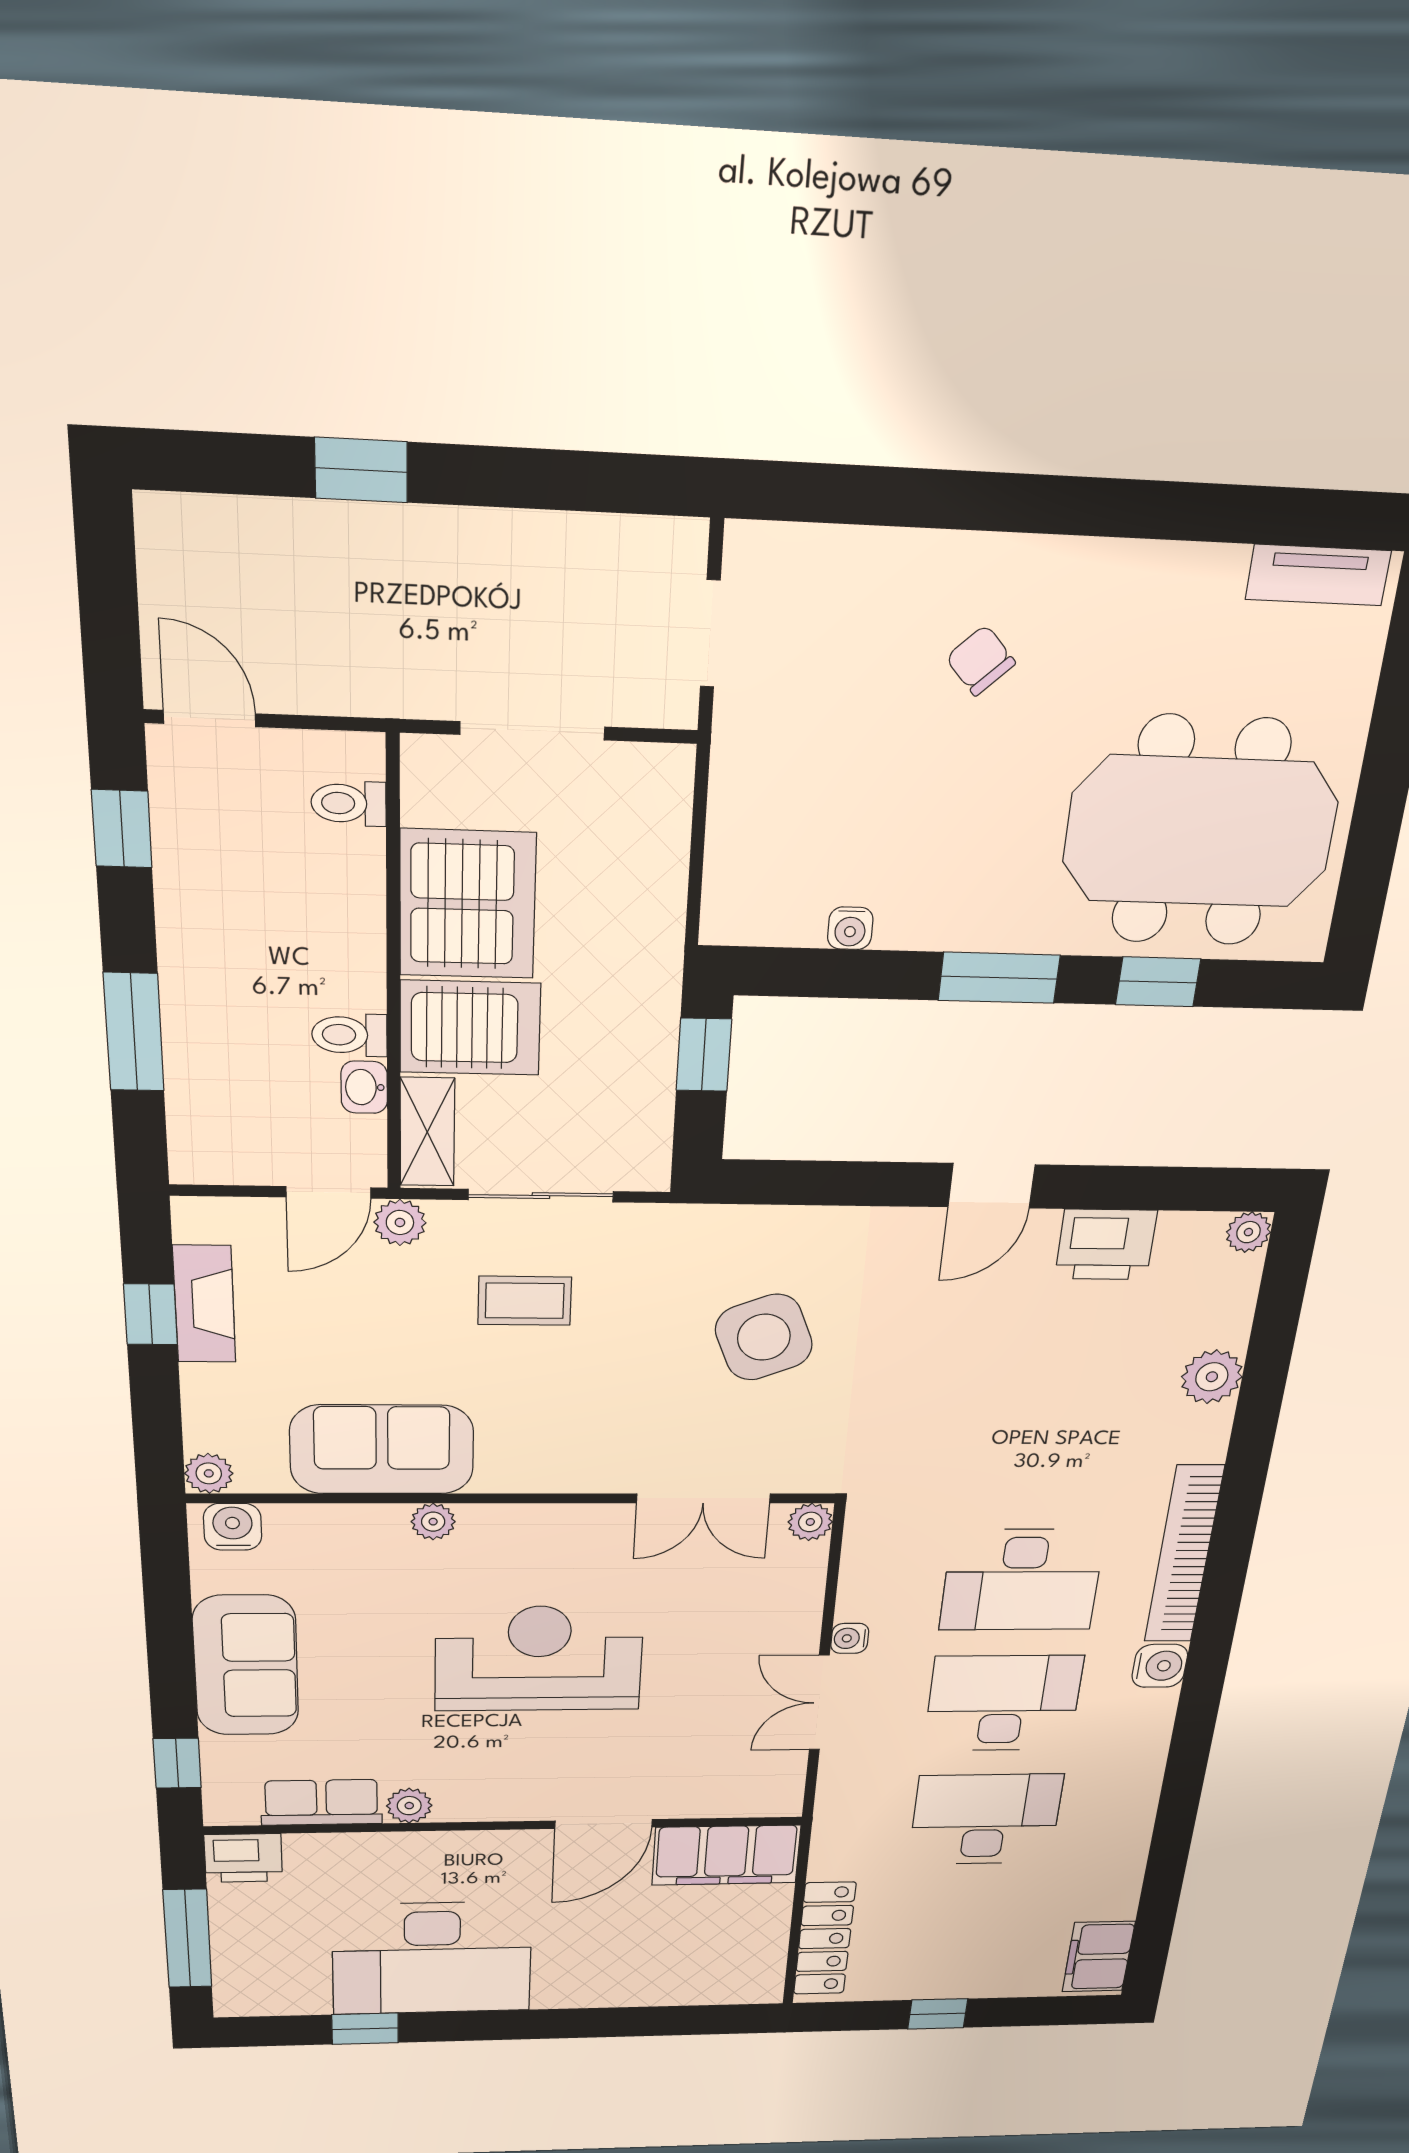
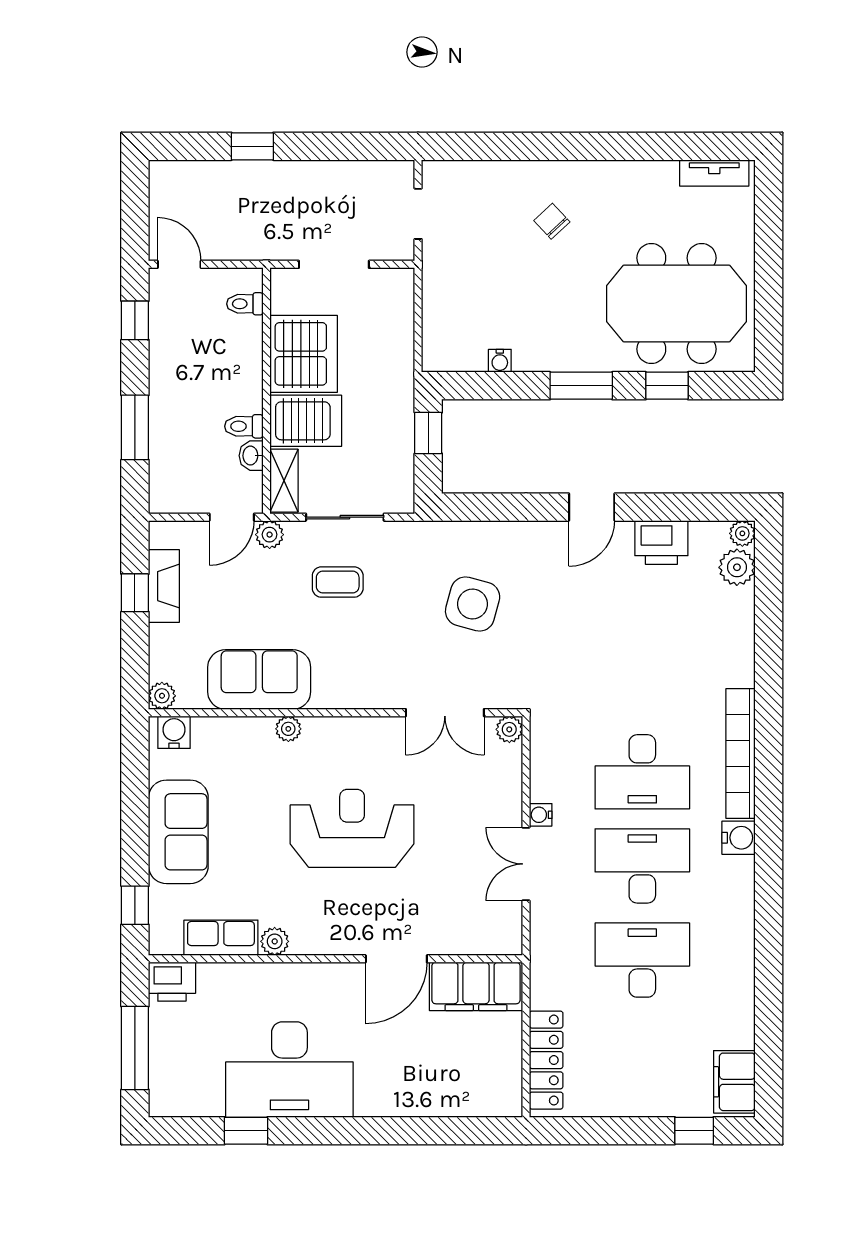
side table: (764, 1337) -> (473, 604), turned 37
plant: (1212, 1377) -> (737, 567), moved
window: (938, 2014) -> (694, 1131), moved

